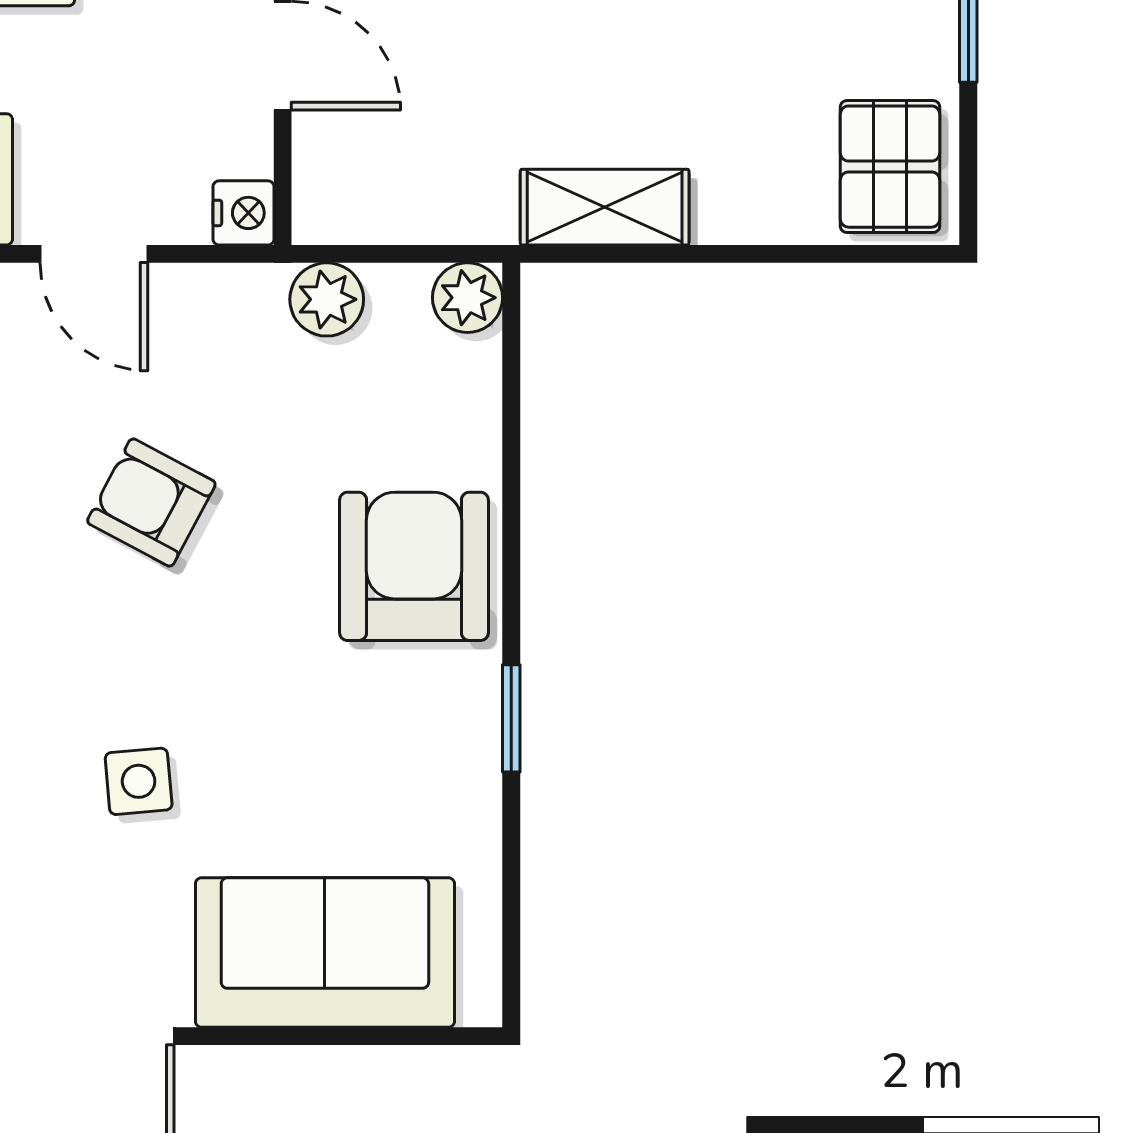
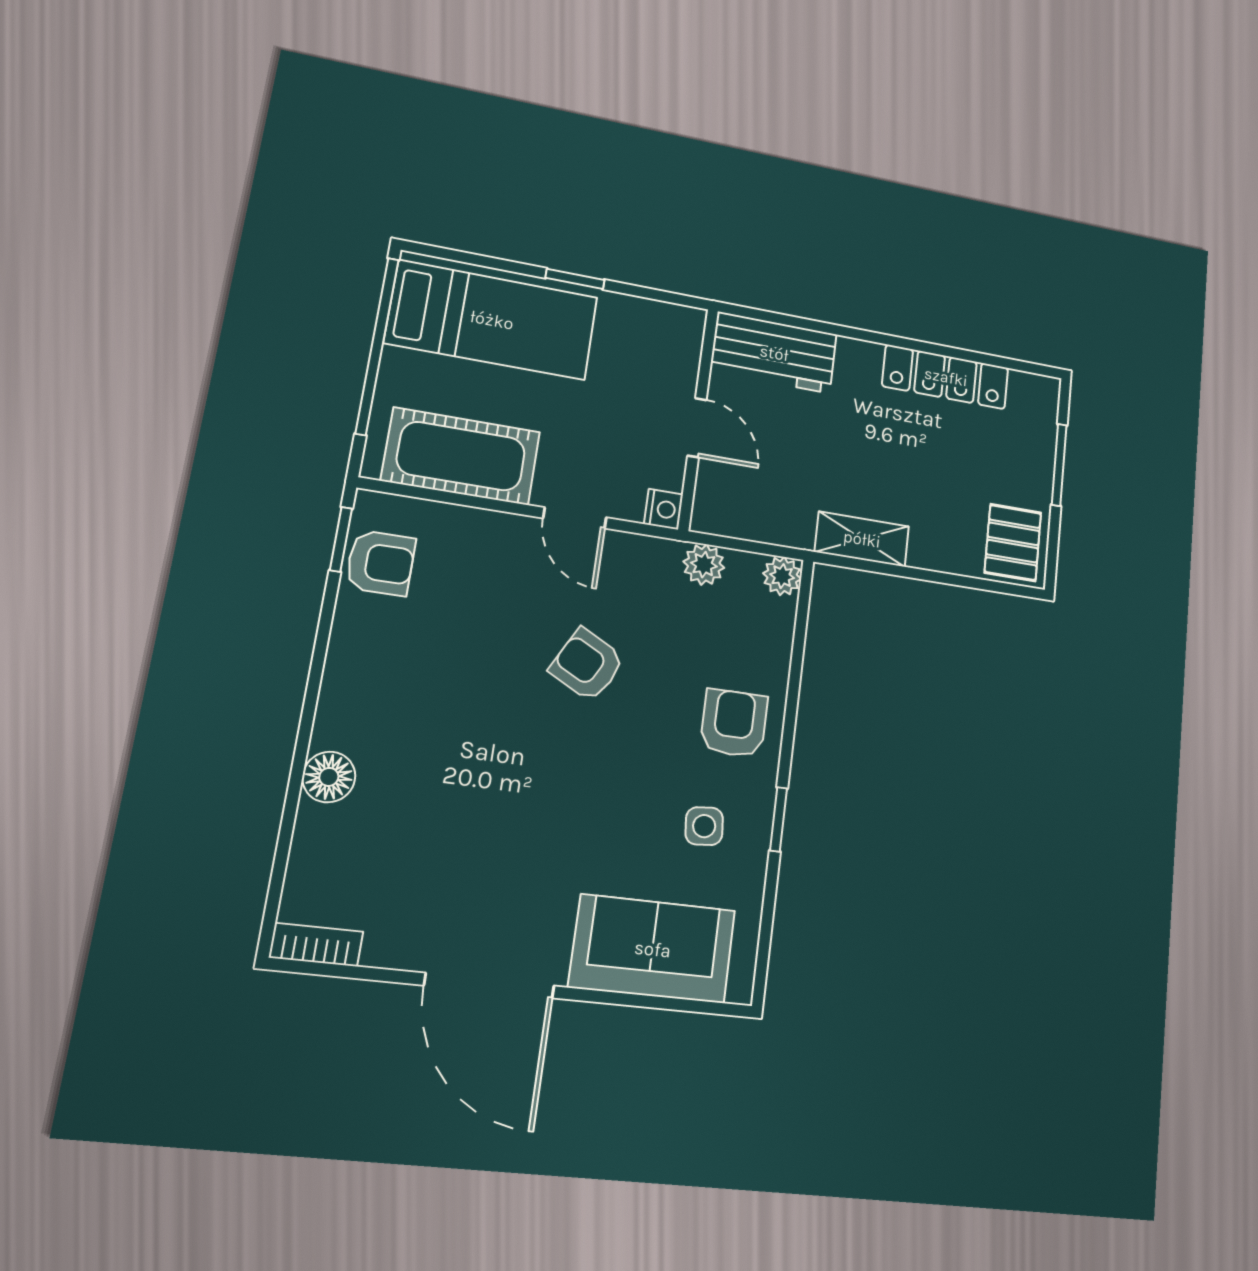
armchair: (414, 566) -> (734, 723), width x0.72, depth x0.72
side table: (139, 781) -> (704, 826), moved

